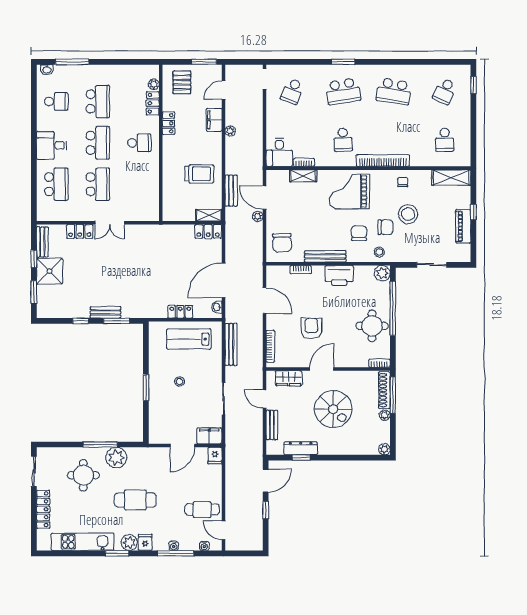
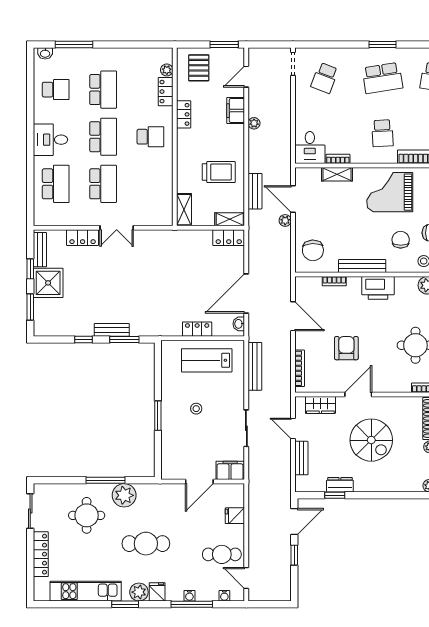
shelving: (169, 207) -> (184, 210), added
dresser: (301, 448) -> (340, 485), width x0.70
fridge: (215, 456) -> (235, 516), moved, turned 90

